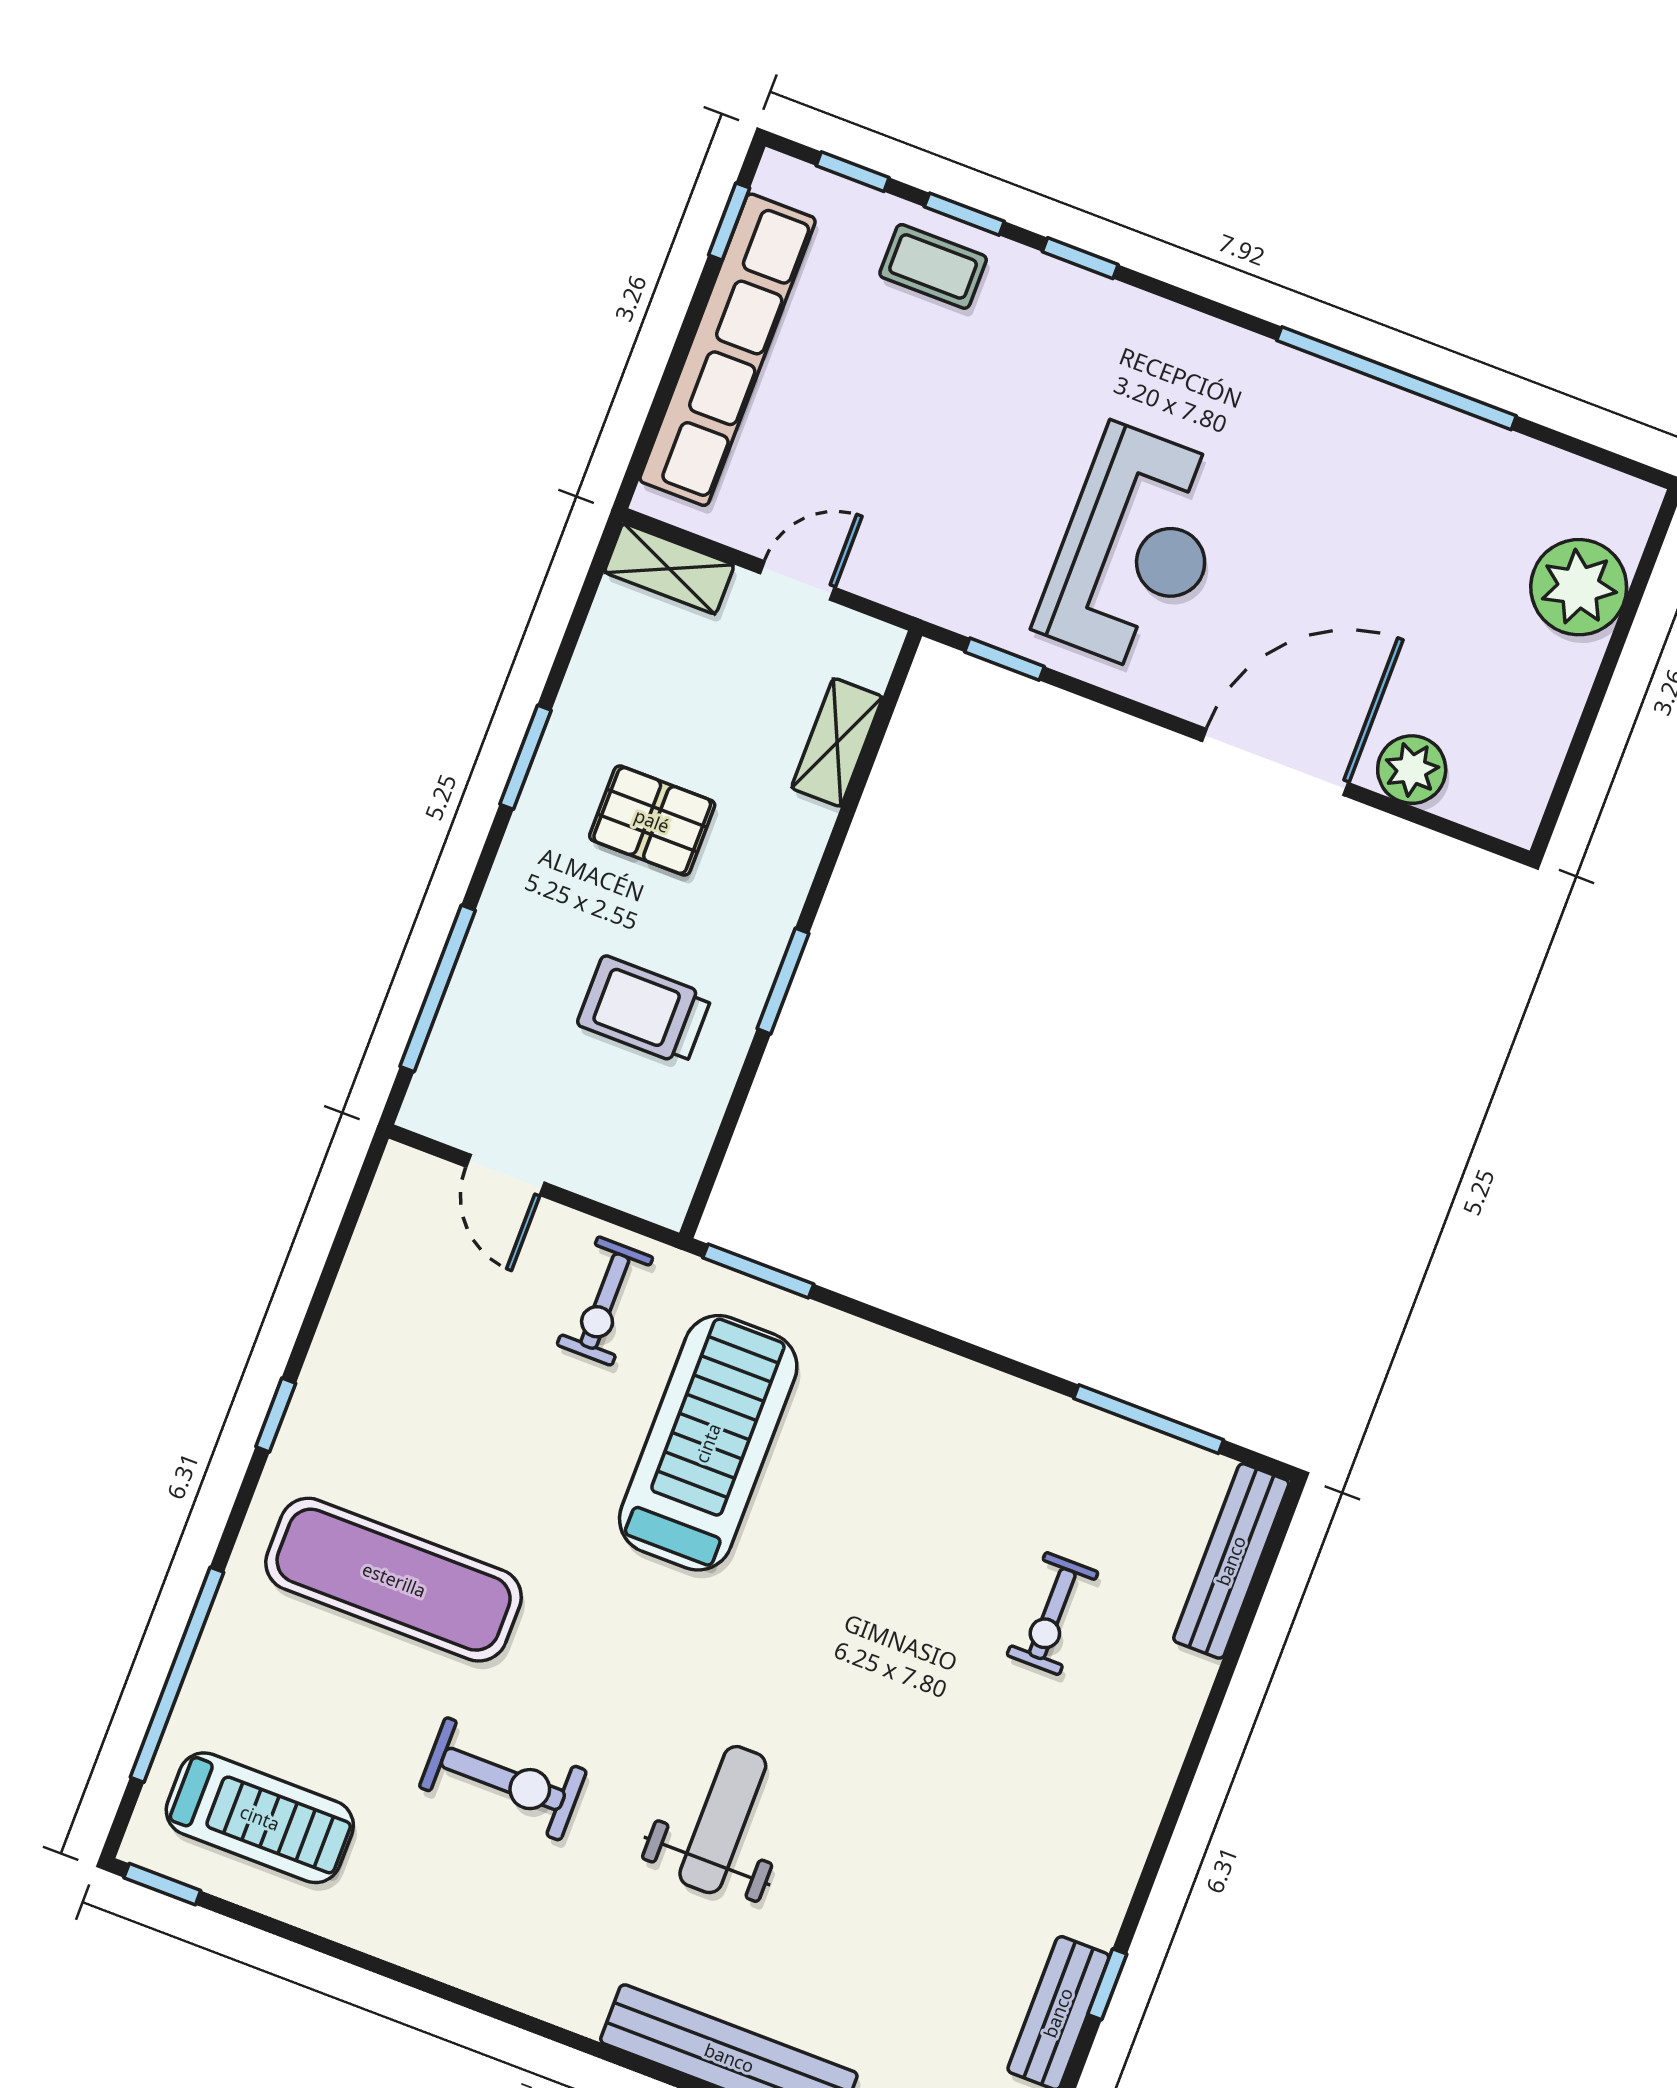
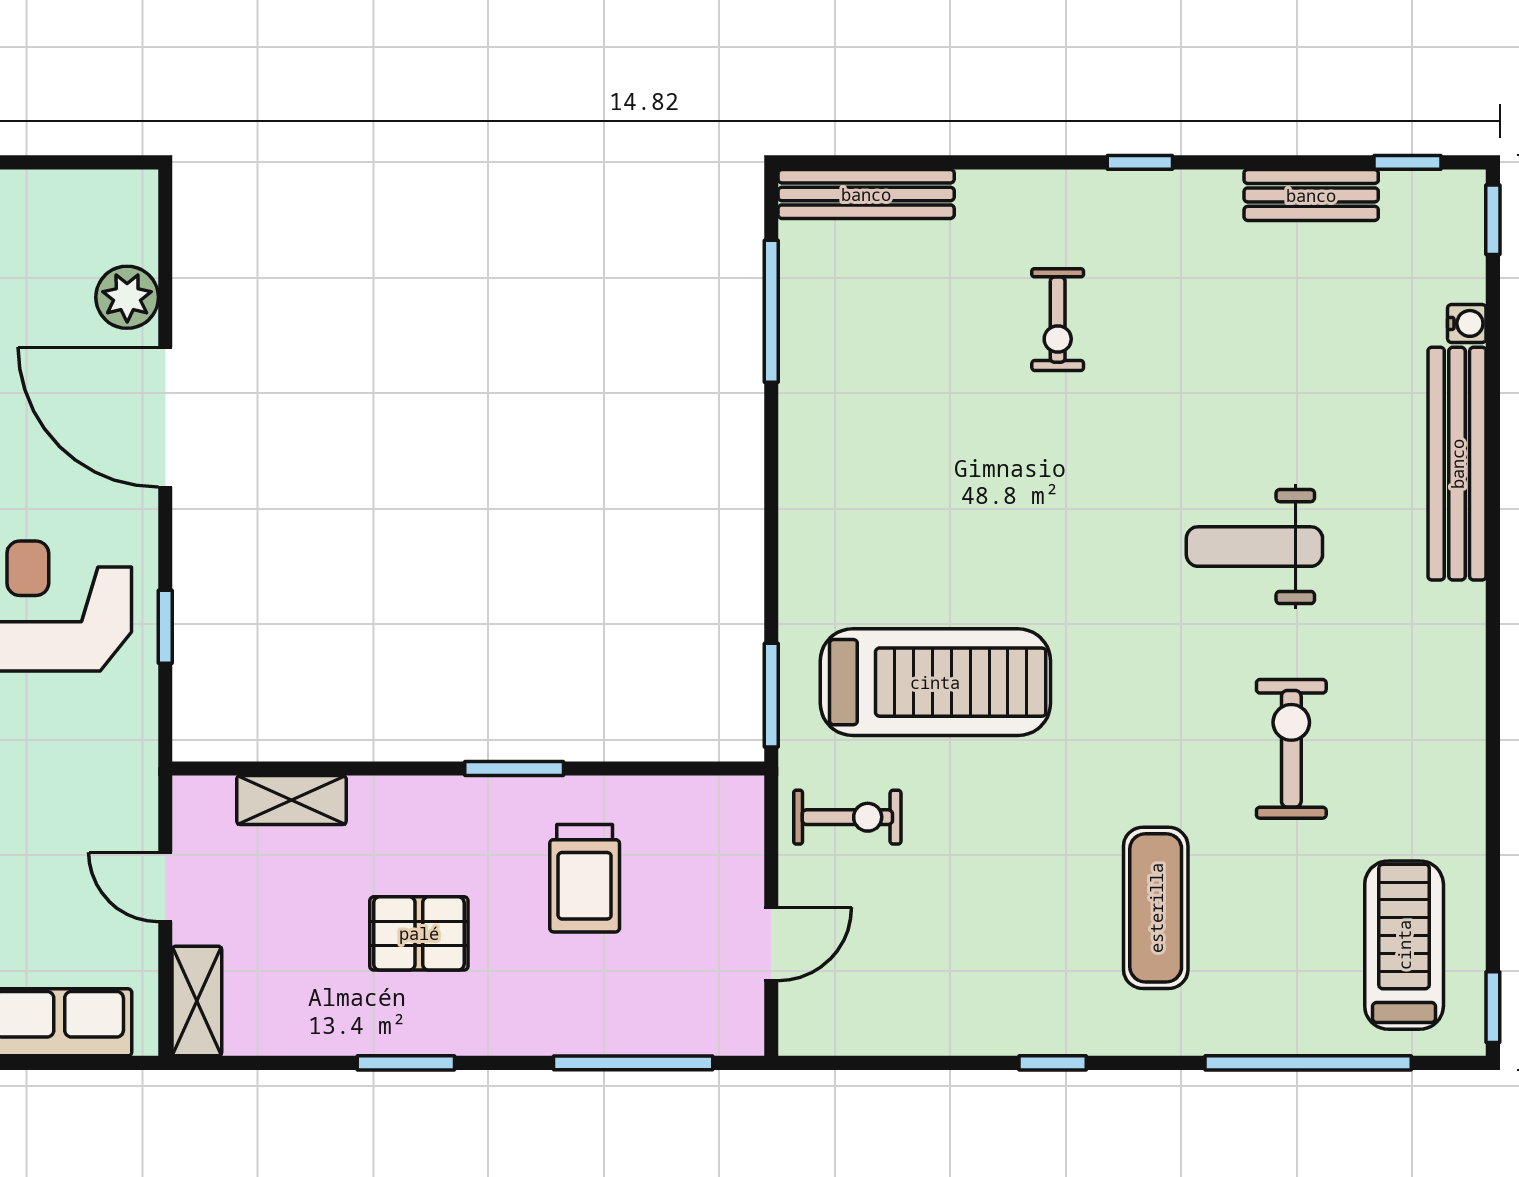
window: (1004, 659) -> (165, 627), moved
pallet: (652, 821) -> (419, 933), turned 90
treadmill: (708, 1443) -> (935, 682), turned 180
exercise mat: (394, 1580) -> (1156, 908), width x0.73, depth x0.69
exercise bike: (1052, 1614) -> (1058, 320), moved, turned 90
window: (1107, 1984) -> (1140, 162), moved

